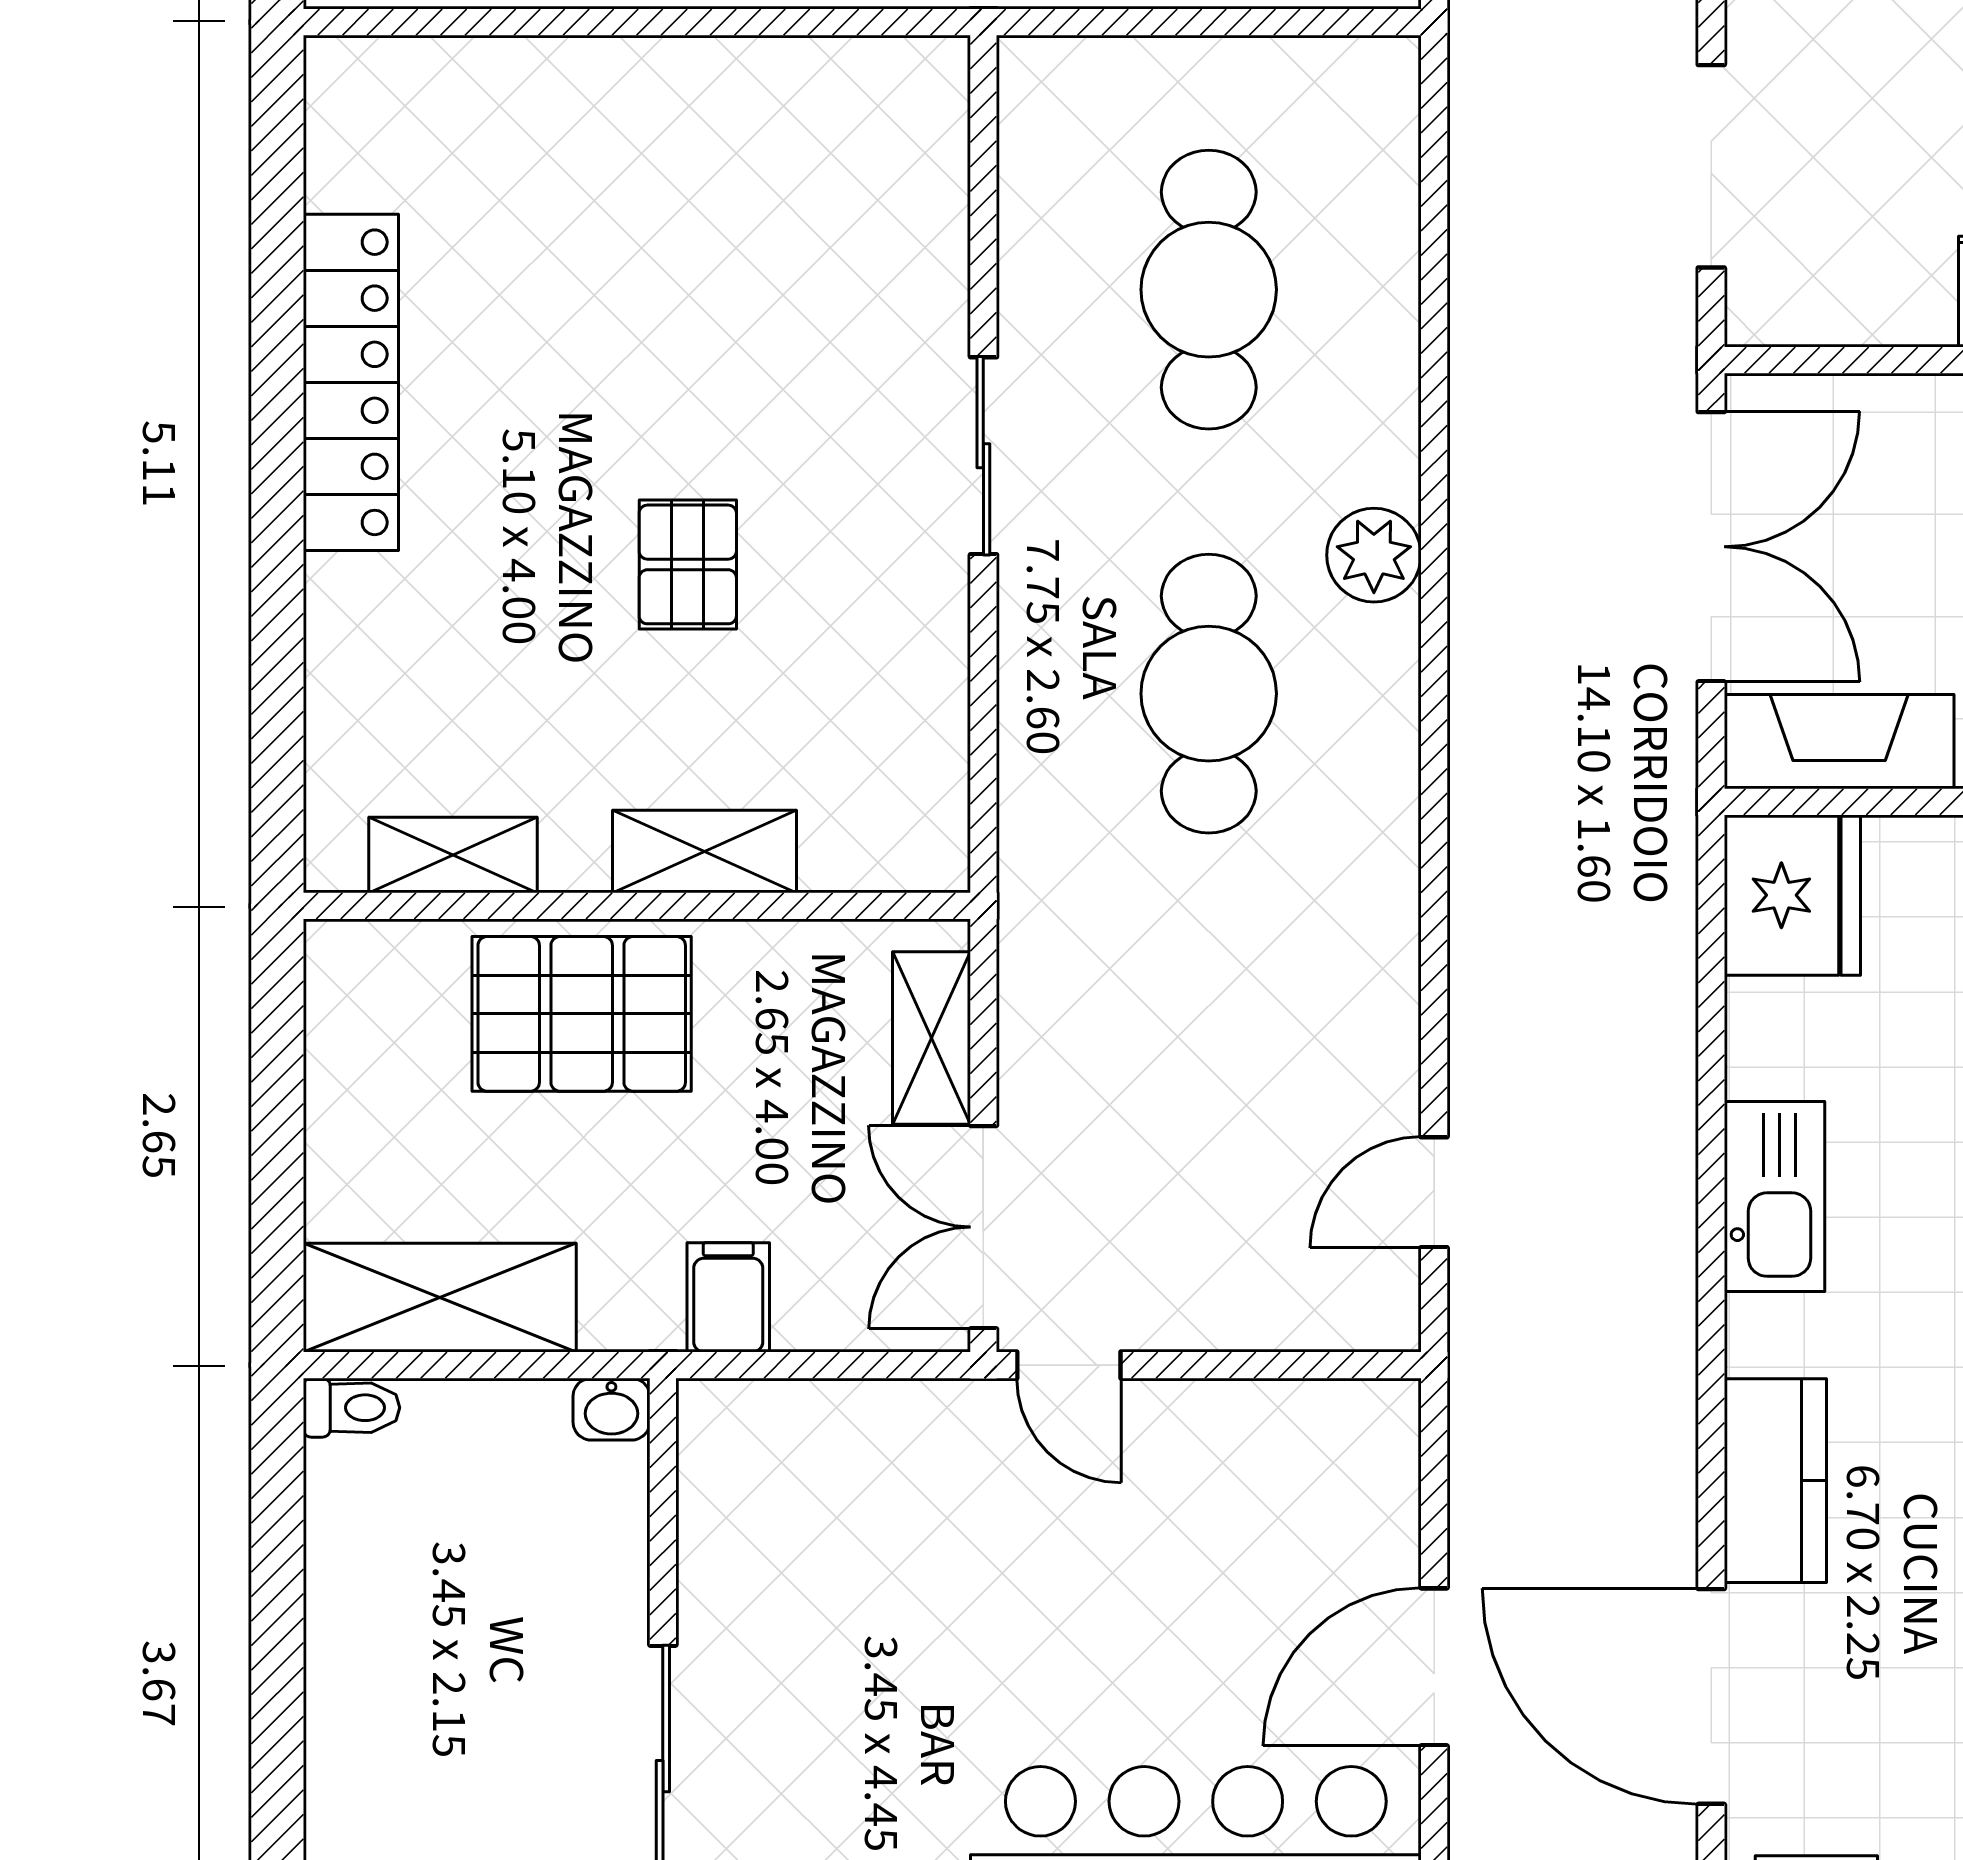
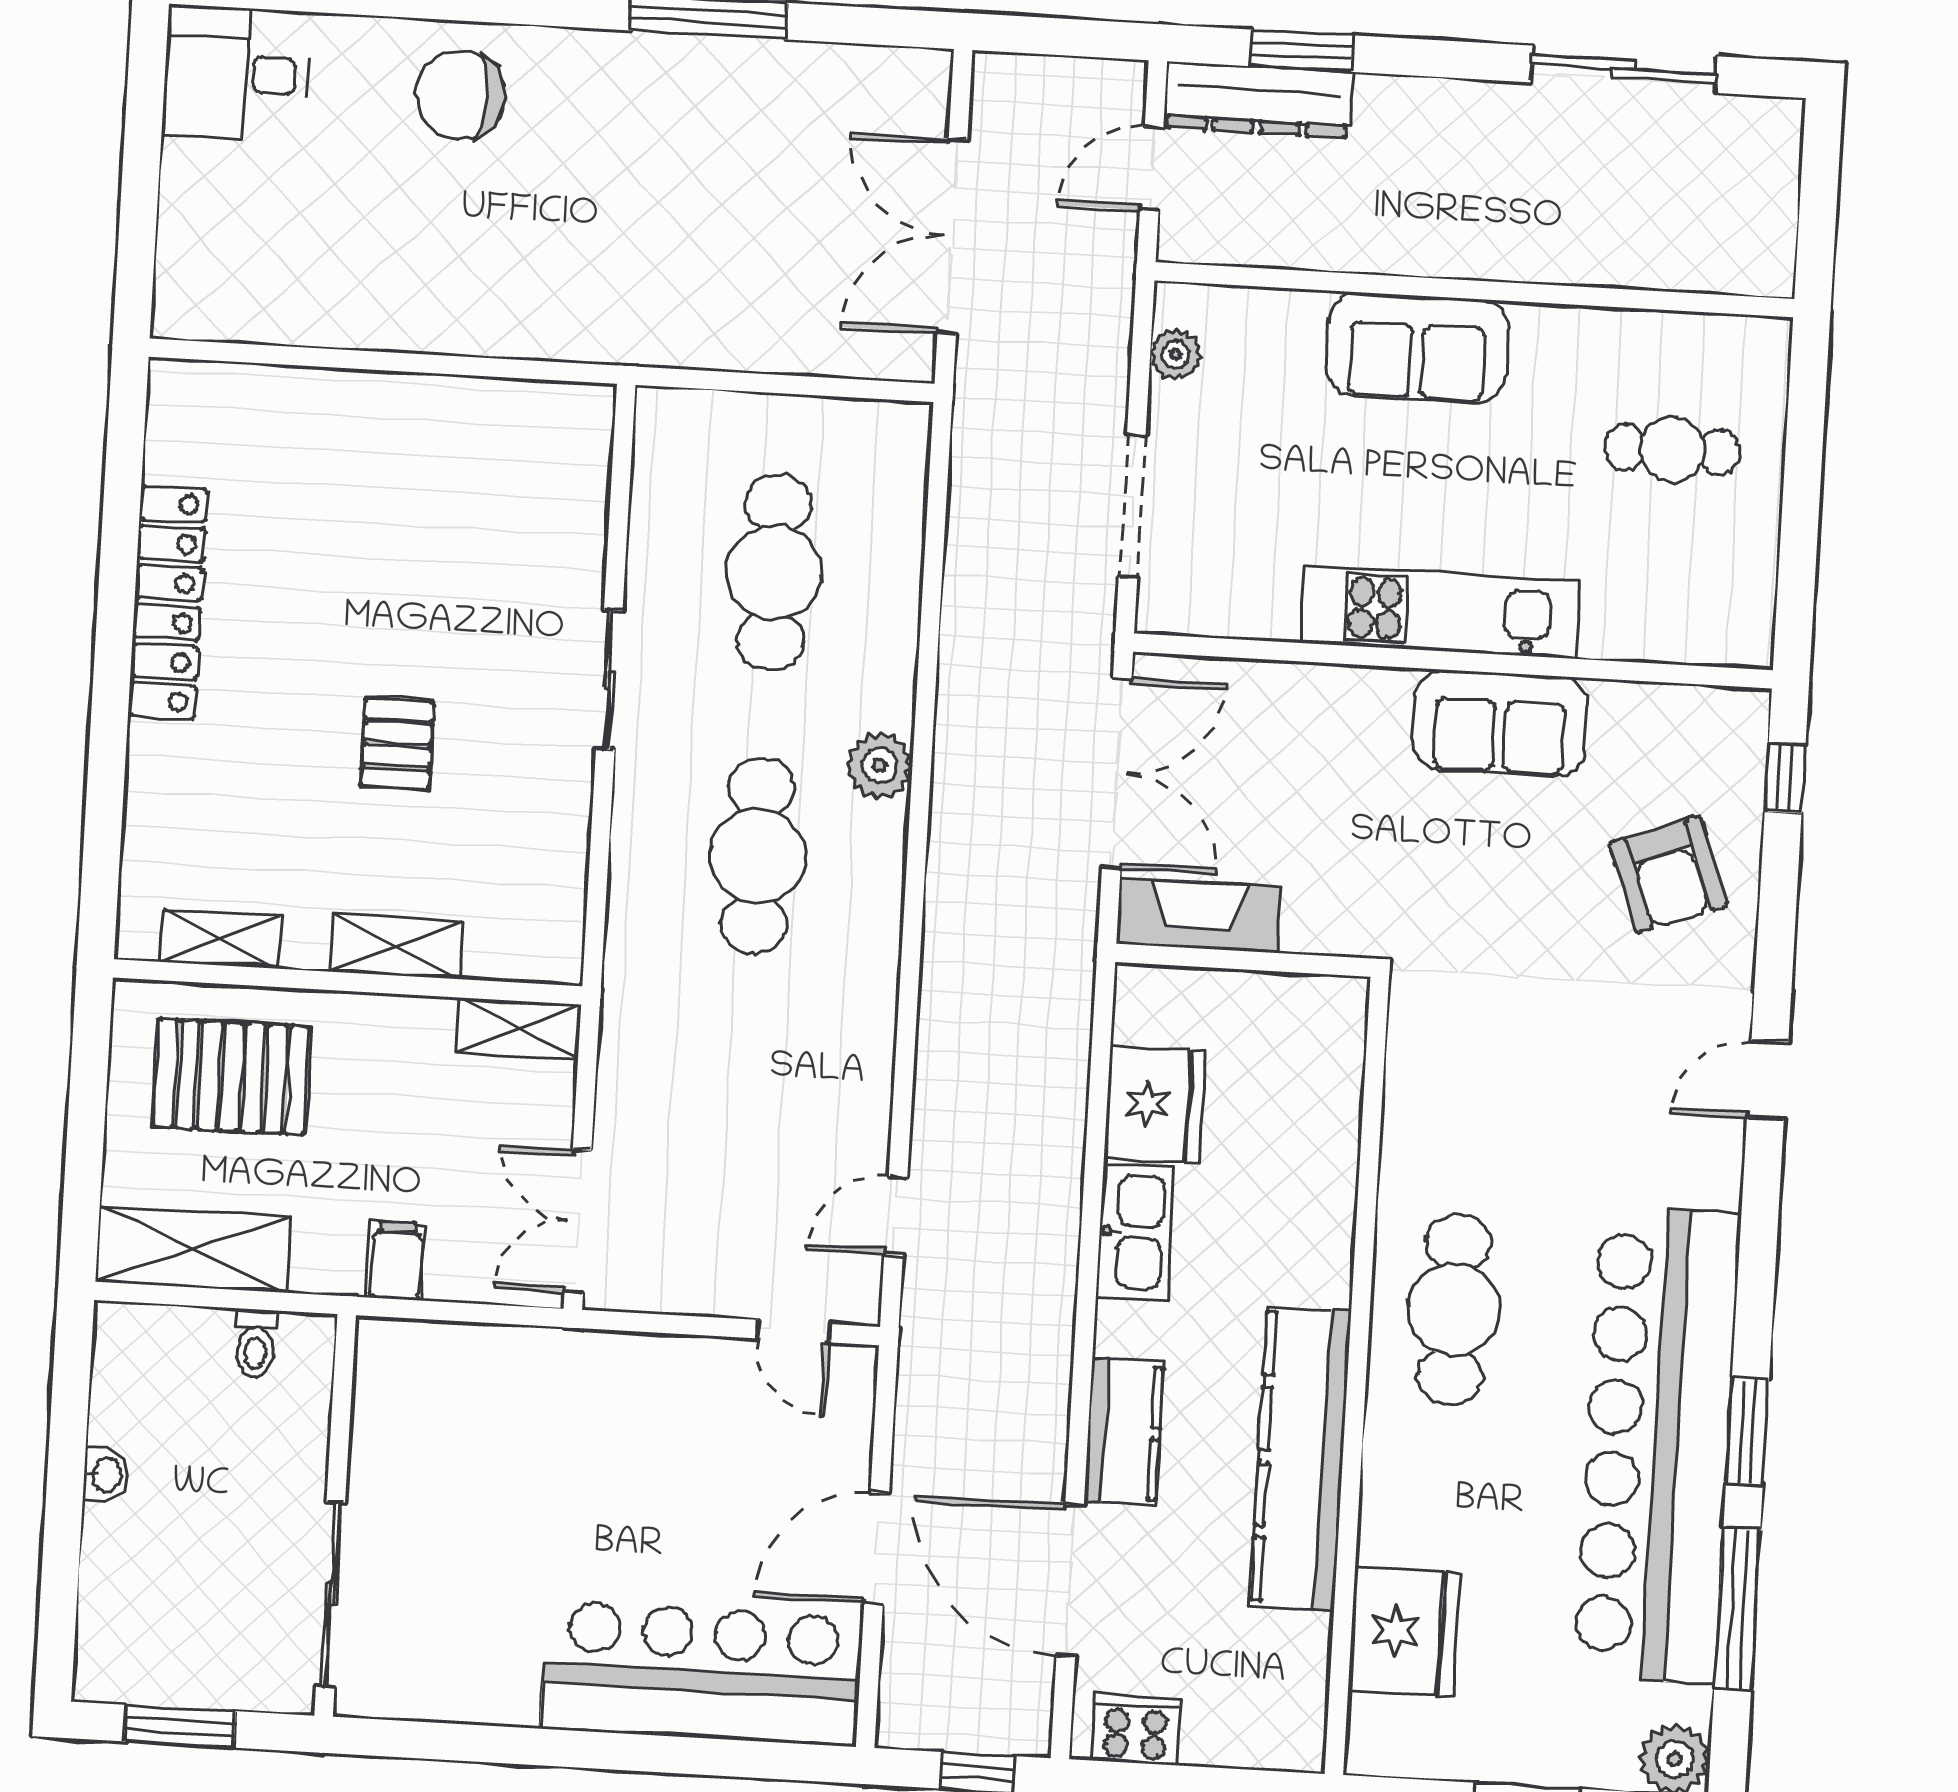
fridge: (1792, 895) -> (1155, 1105), moved
pallet: (582, 1014) -> (232, 1077), moved
shelving: (932, 1038) -> (519, 1028), moved, turned 90
door: (1069, 1365) -> (794, 1331), moved
toilet: (352, 1408) -> (256, 1343), moved, turned 90
washbasin: (611, 1409) -> (106, 1475), moved, turned -90

